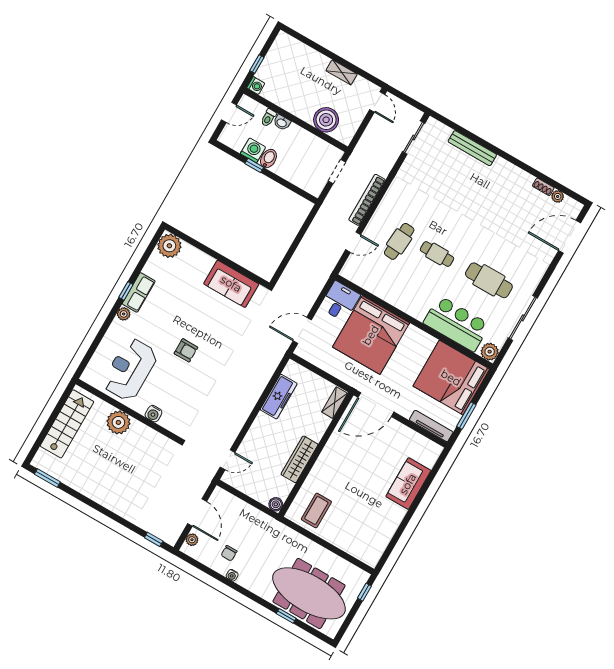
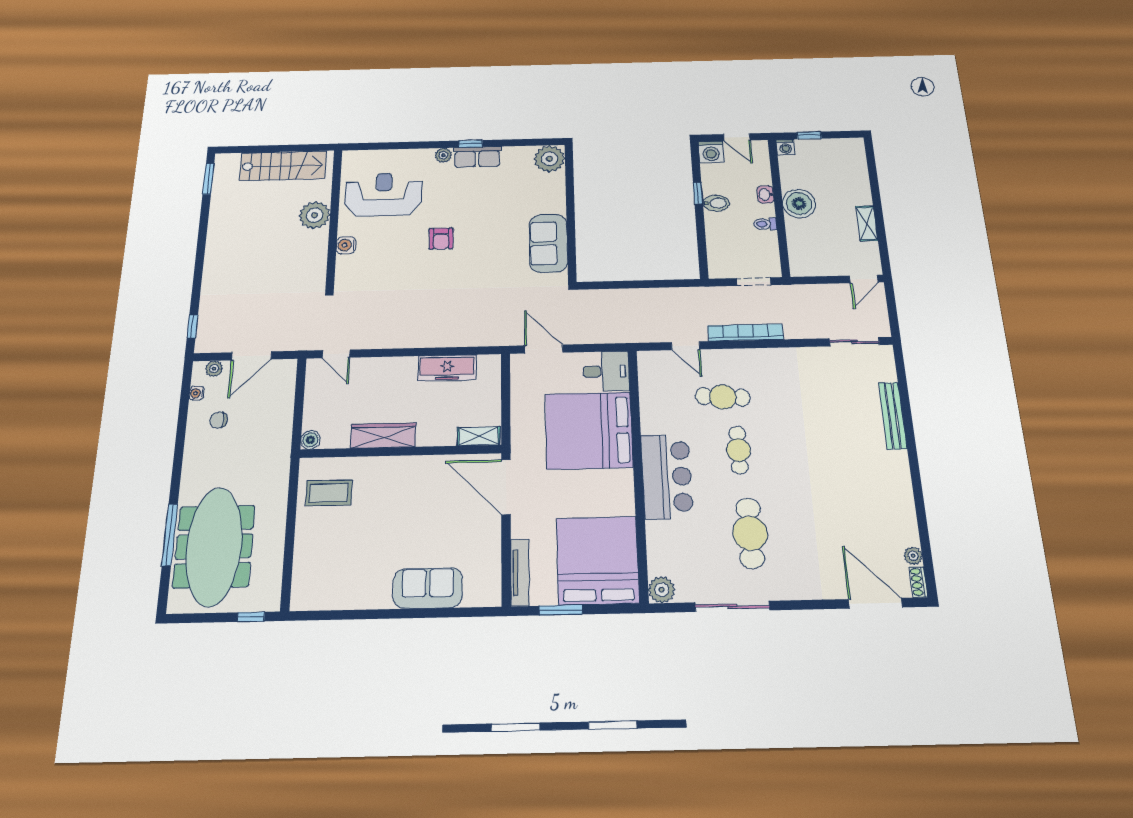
toilet: (268, 118) -> (765, 224), moved
boiler: (326, 120) -> (799, 204), moved
washing machine: (253, 150) -> (711, 152), moved, turned 90
shoe rack: (543, 187) -> (918, 582), moved
bar counter: (457, 324) -> (667, 477), moved
water cooler: (232, 575) -> (197, 393), moved
window: (286, 616) -> (170, 535), width x2.17

